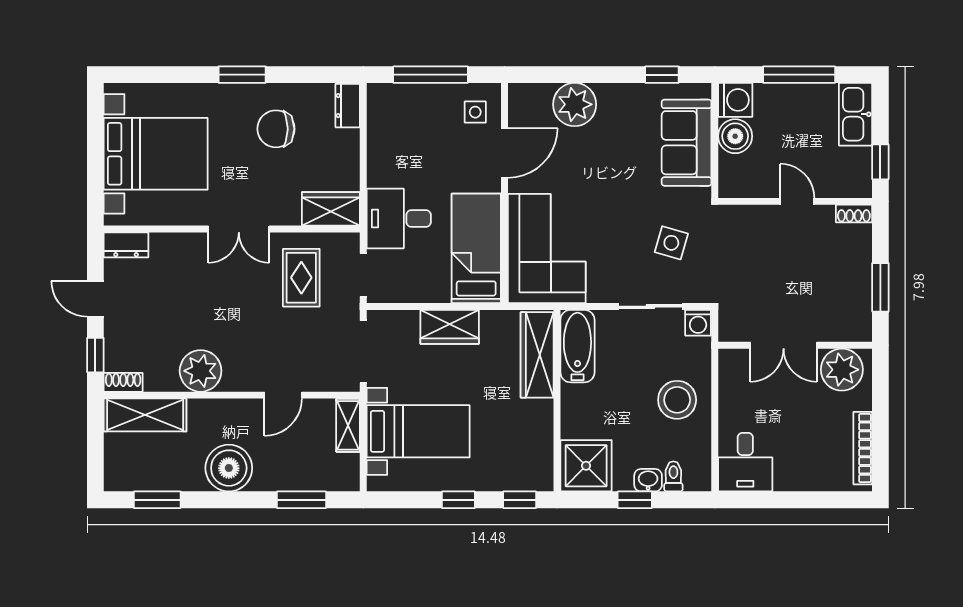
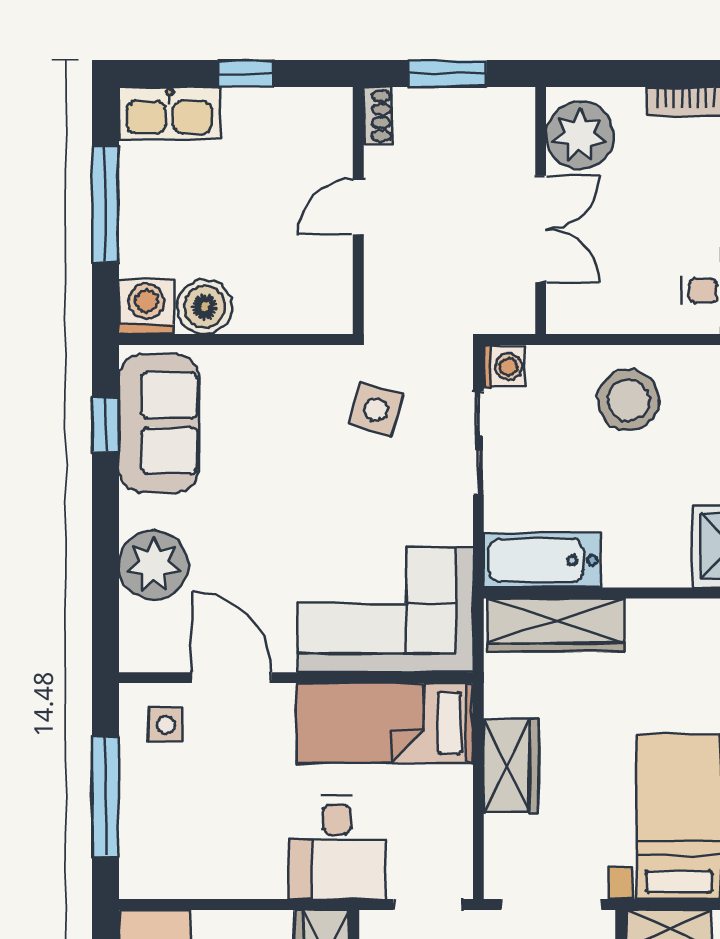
sofa: (687, 143) -> (159, 423), moved, turned -90
wall: (795, 201) -> (358, 210), moved
door: (797, 201) -> (358, 207), moved
shoe rack: (854, 213) -> (378, 116), moved

